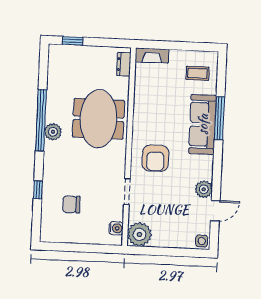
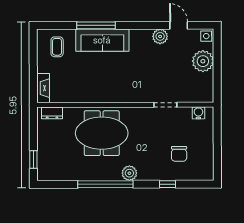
plant: (53, 132) -> (129, 173), moved
armchair: (155, 158) -> (134, 81), removed
plant: (139, 234) -> (203, 61), moved

